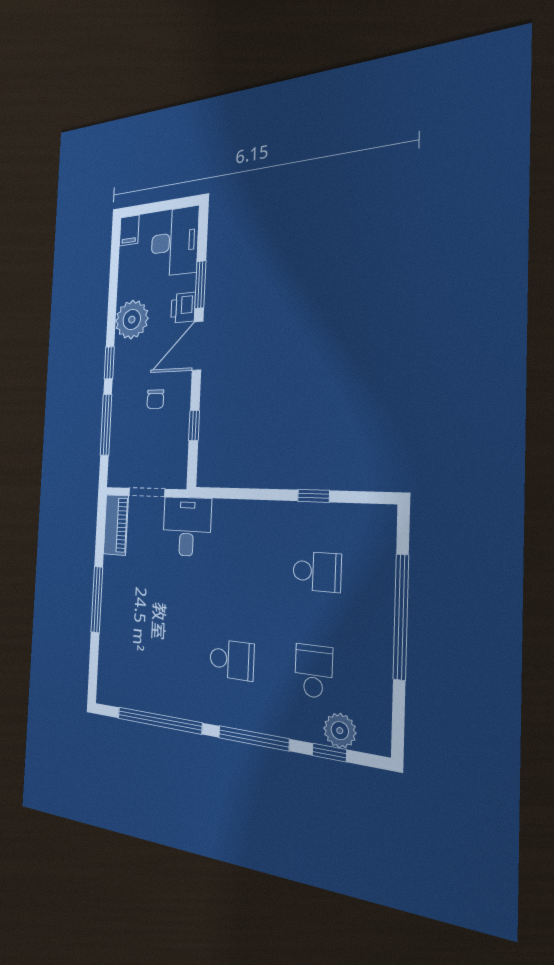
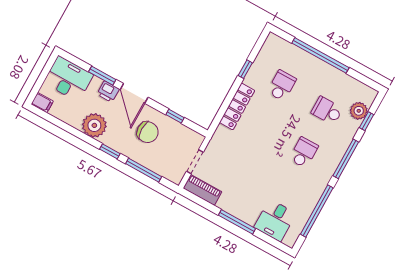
chair: (155, 399) -> (148, 132), width x1.87, depth x1.87
locker: (251, 514) -> (237, 106), added
desk: (187, 527) -> (275, 220), moved, turned -90

